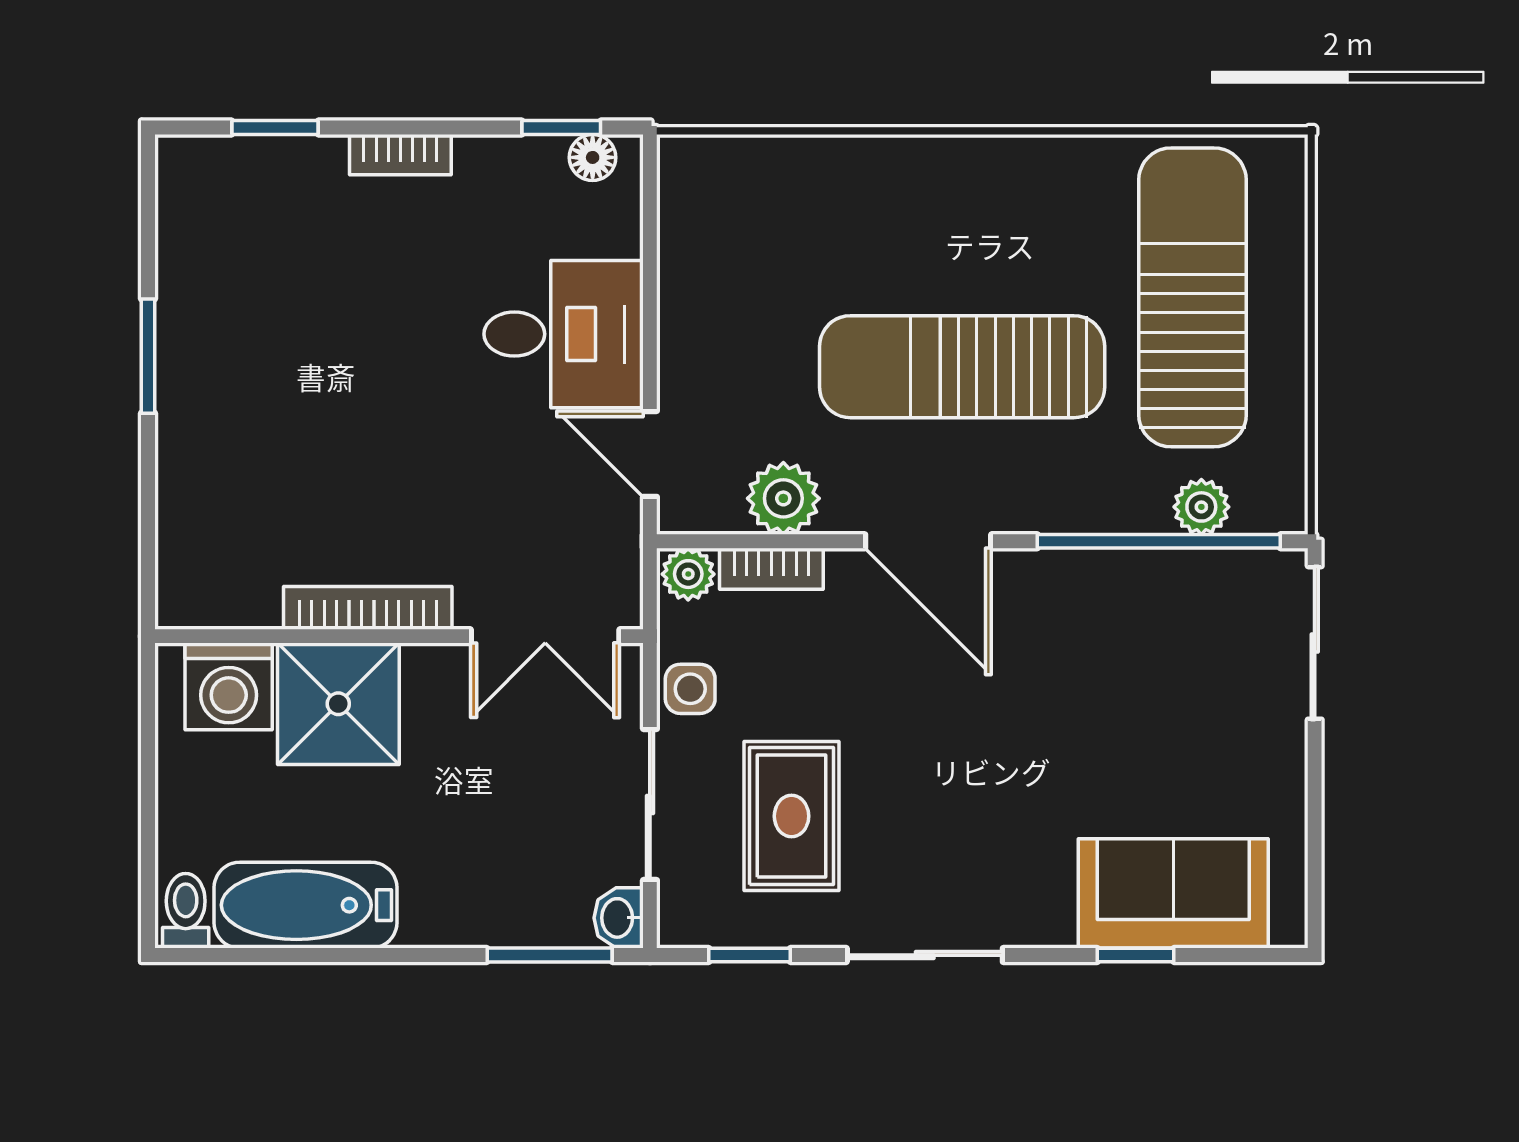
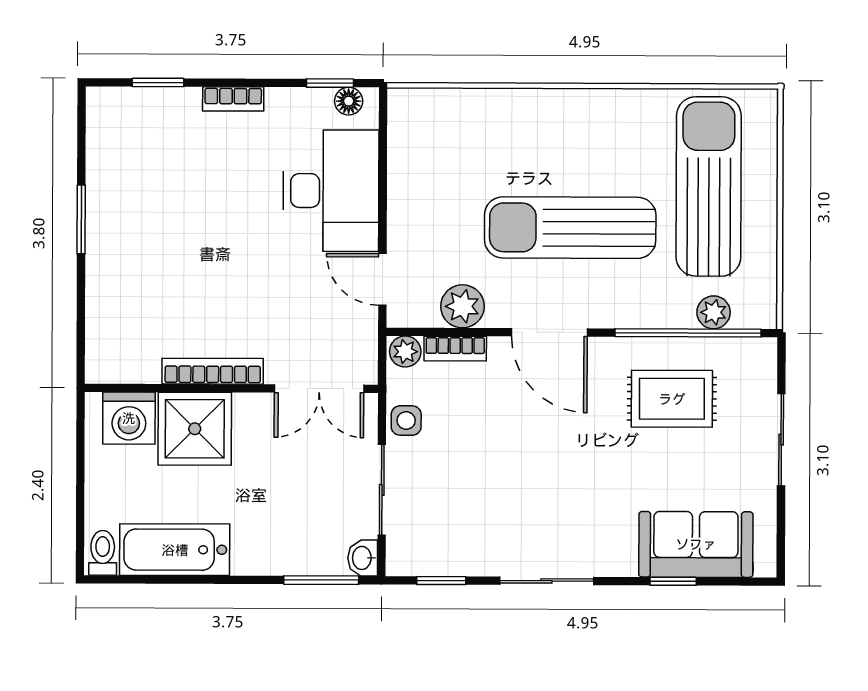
desk: (564, 334) -> (331, 191), width x1.37
sliding door: (1315, 643) -> (781, 440), moved
rug: (792, 816) -> (672, 399), moved, turned 90

